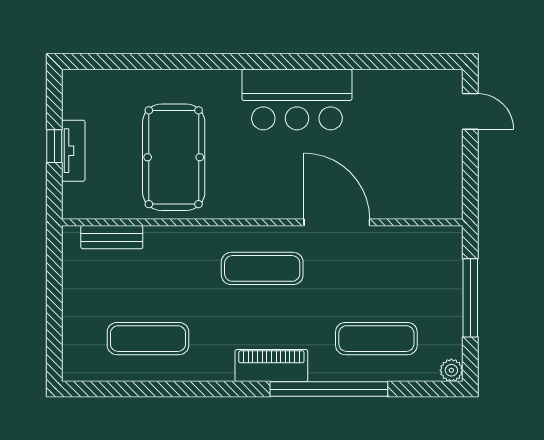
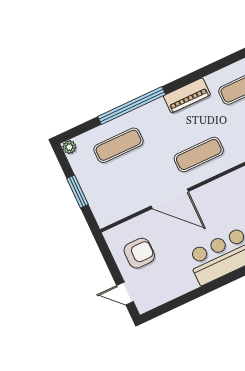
armchair: (421, 162) -> (139, 253), added
window: (470, 298) -> (78, 191), width x0.69
piano: (271, 366) -> (187, 95), moved

